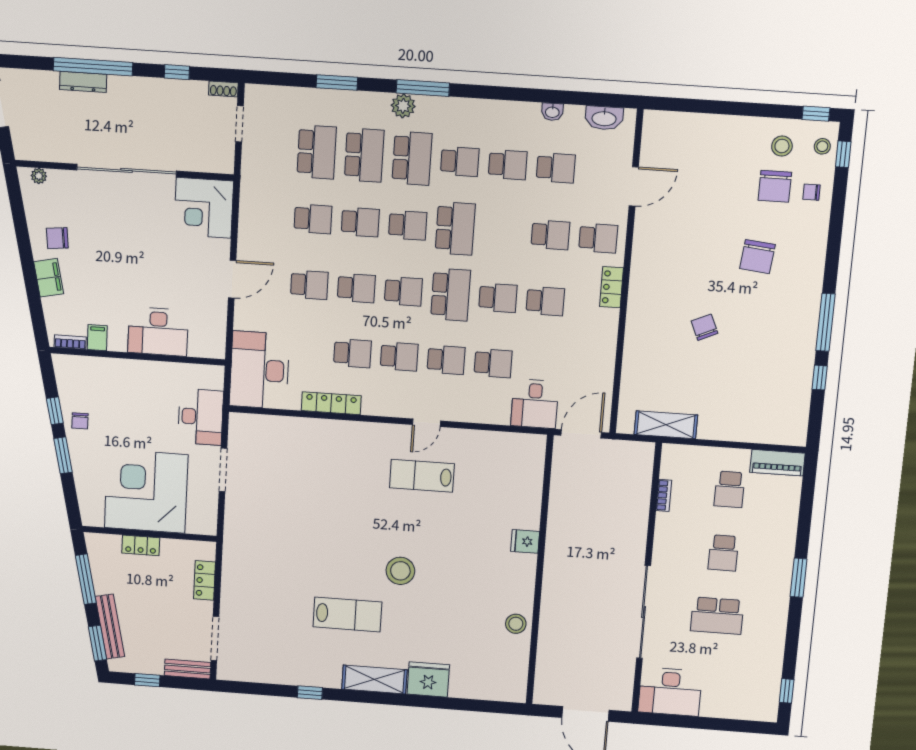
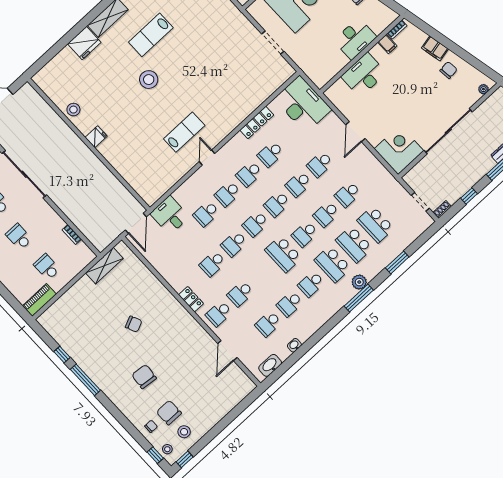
school desk: (451, 295) -> (255, 224), width x0.54
desk: (201, 417) -> (355, 39), moved, turned -90
fridge: (525, 541) -> (96, 137), moved

